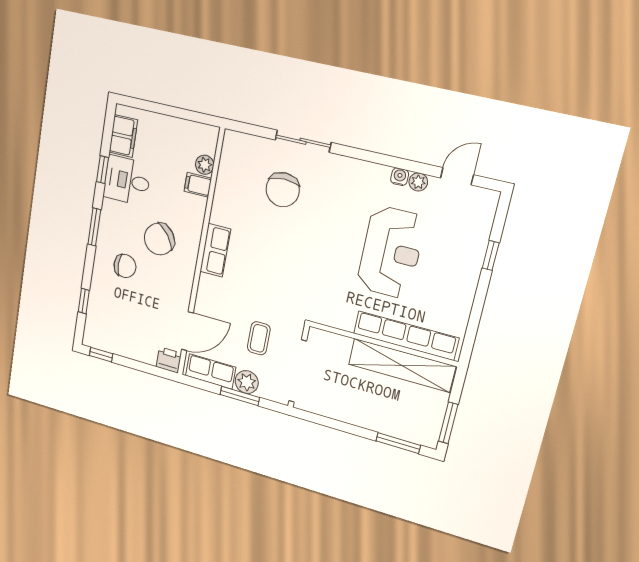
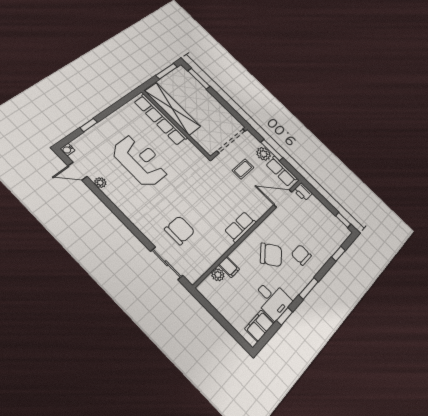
sliding door: (303, 141) -> (167, 263), moved
water cooler: (400, 177) -> (67, 150), moved
reception desk: (391, 252) -> (140, 161), turned 90

